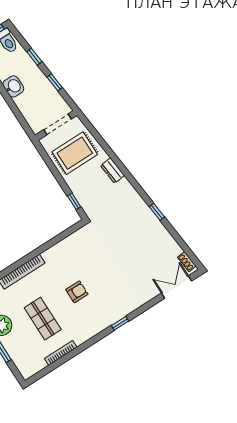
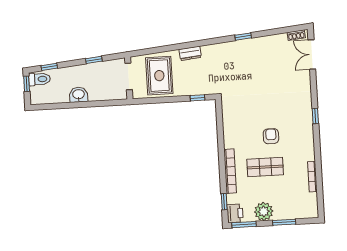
window: (34, 57) -> (49, 67), moved
shop shelf: (43, 319) -> (265, 167), moved

